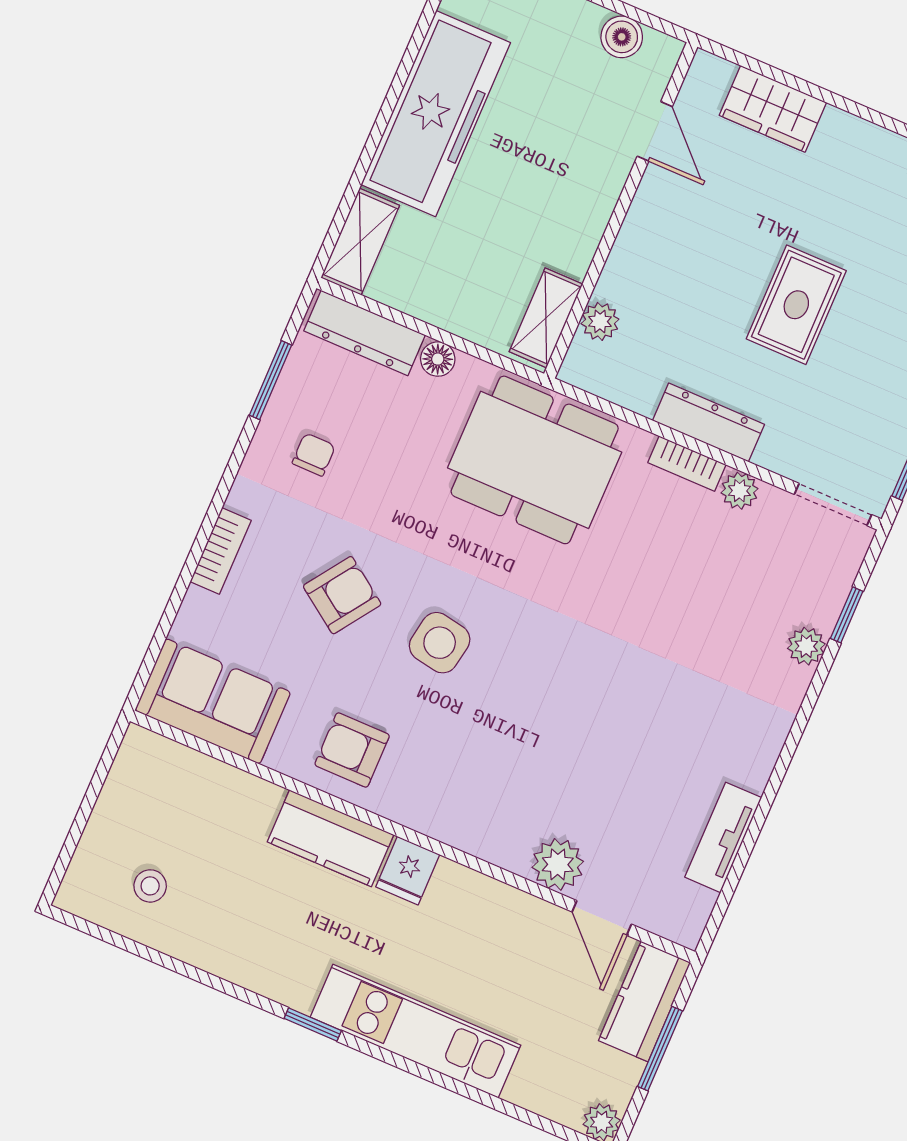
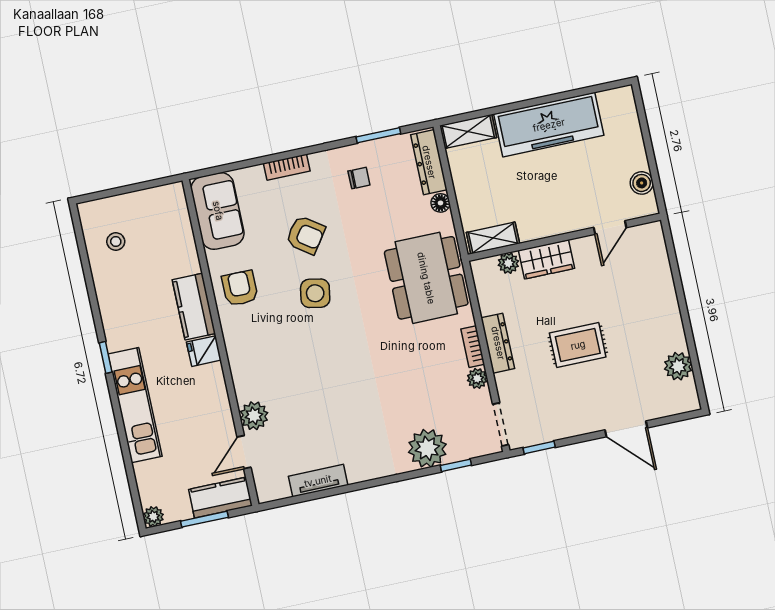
wardrobe: (773, 109) -> (546, 259), moved, turned -90
plant: (806, 646) -> (427, 448), width x1.87, depth x1.87

